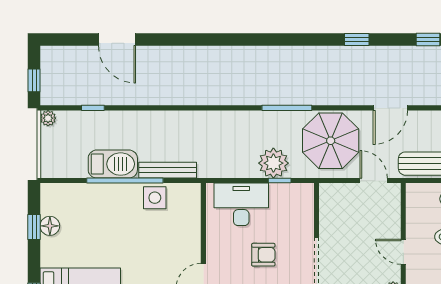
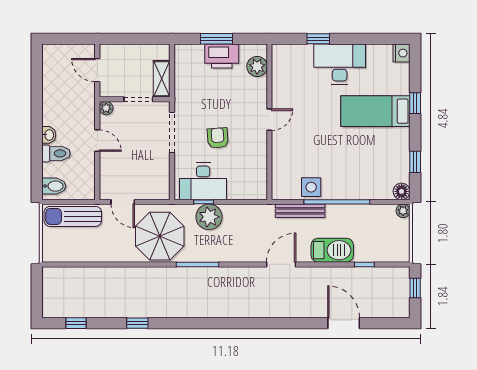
door: (390, 108) -> (281, 264), moved
plant: (48, 118) -> (403, 211), moved
barbecue: (113, 164) -> (332, 250), moved, turned 180
desk: (241, 204) -> (203, 181), moved
floor lamp: (50, 226) -> (402, 191), moved
armchair: (263, 255) -> (218, 138), turned 86

